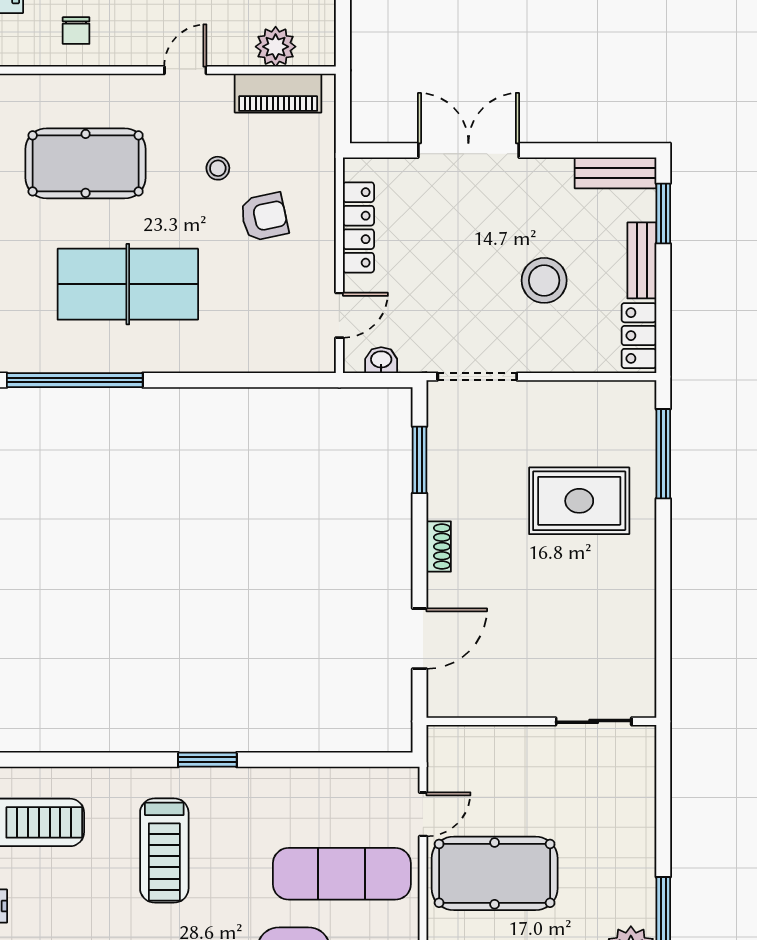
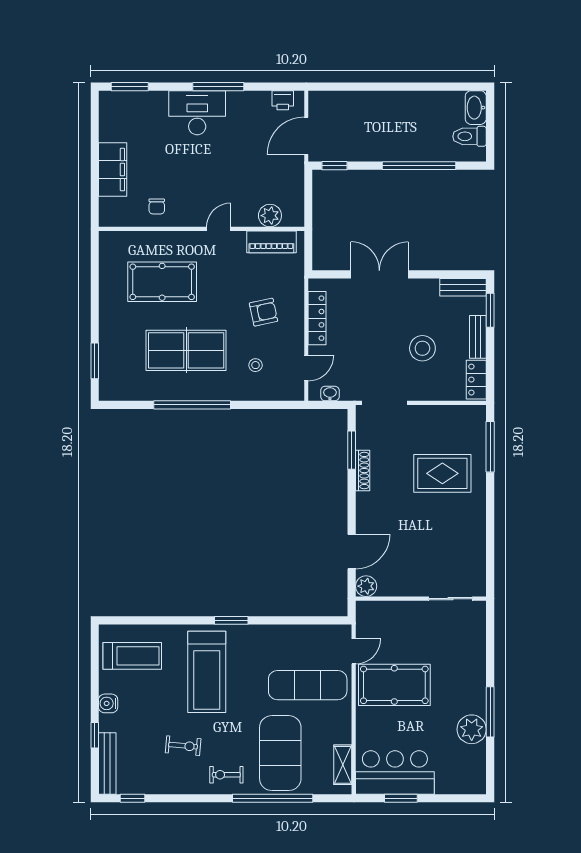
stool: (218, 168) -> (256, 365), moved
window: (75, 380) -> (192, 405), moved
shoe rack: (439, 547) -> (363, 471), moved, width x1.43
plant: (445, 700) -> (366, 586), added
treadmill: (164, 850) -> (207, 672), width x1.37, depth x1.38

